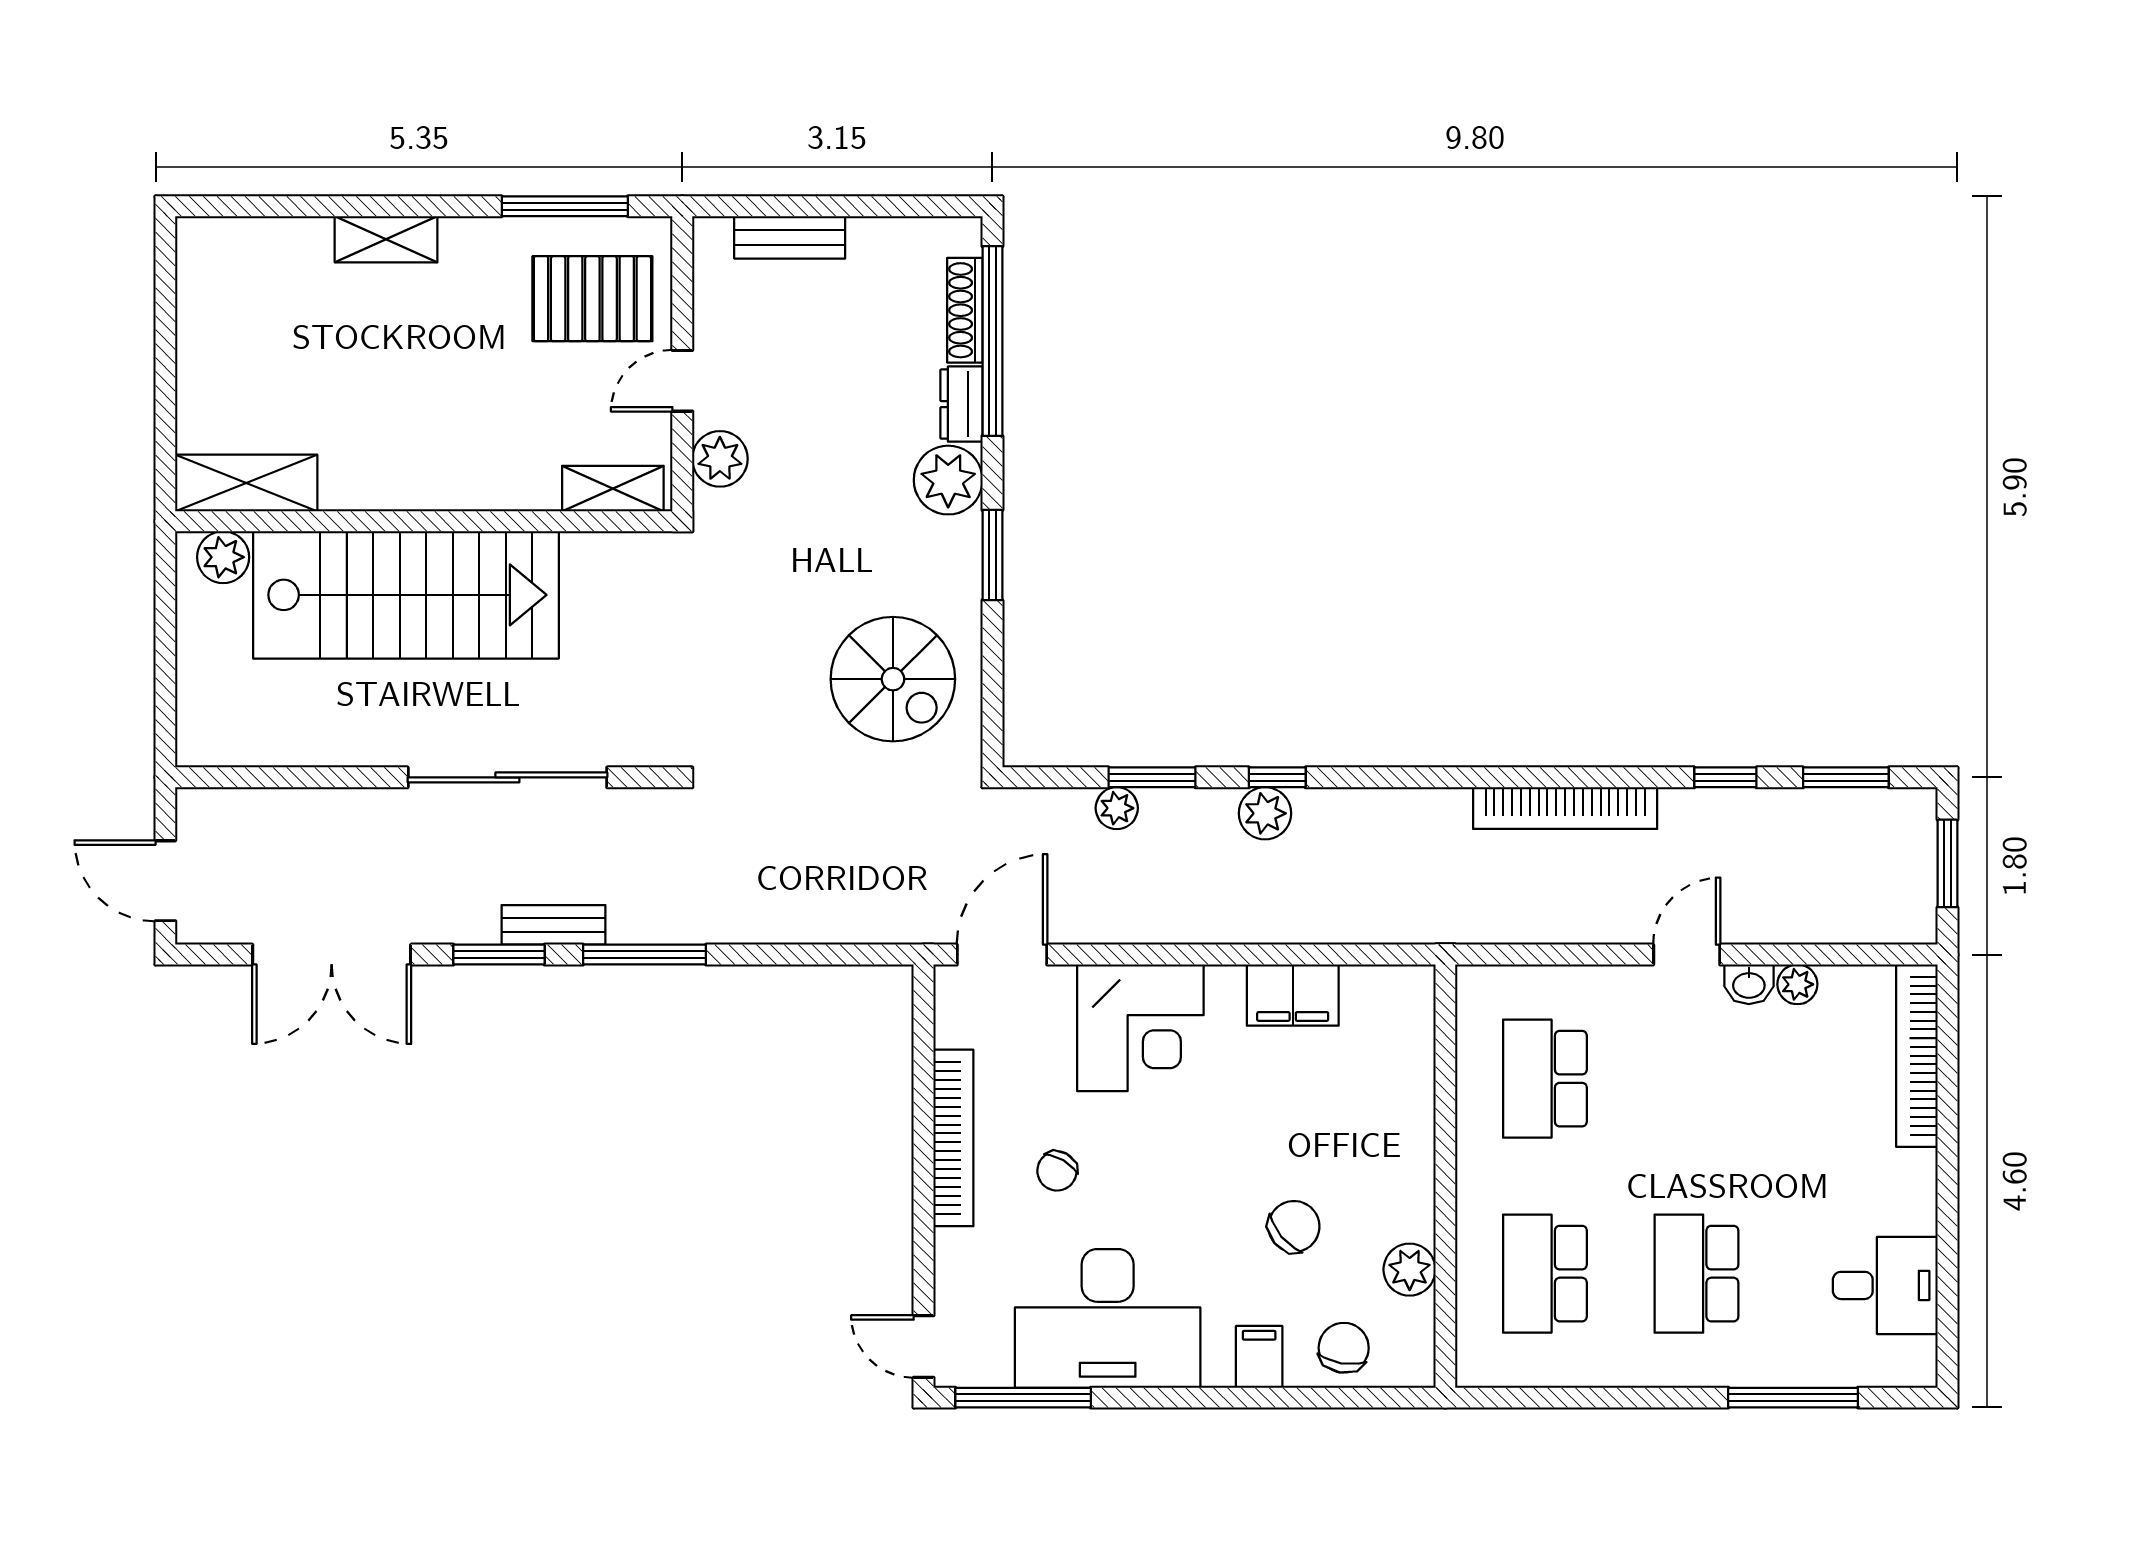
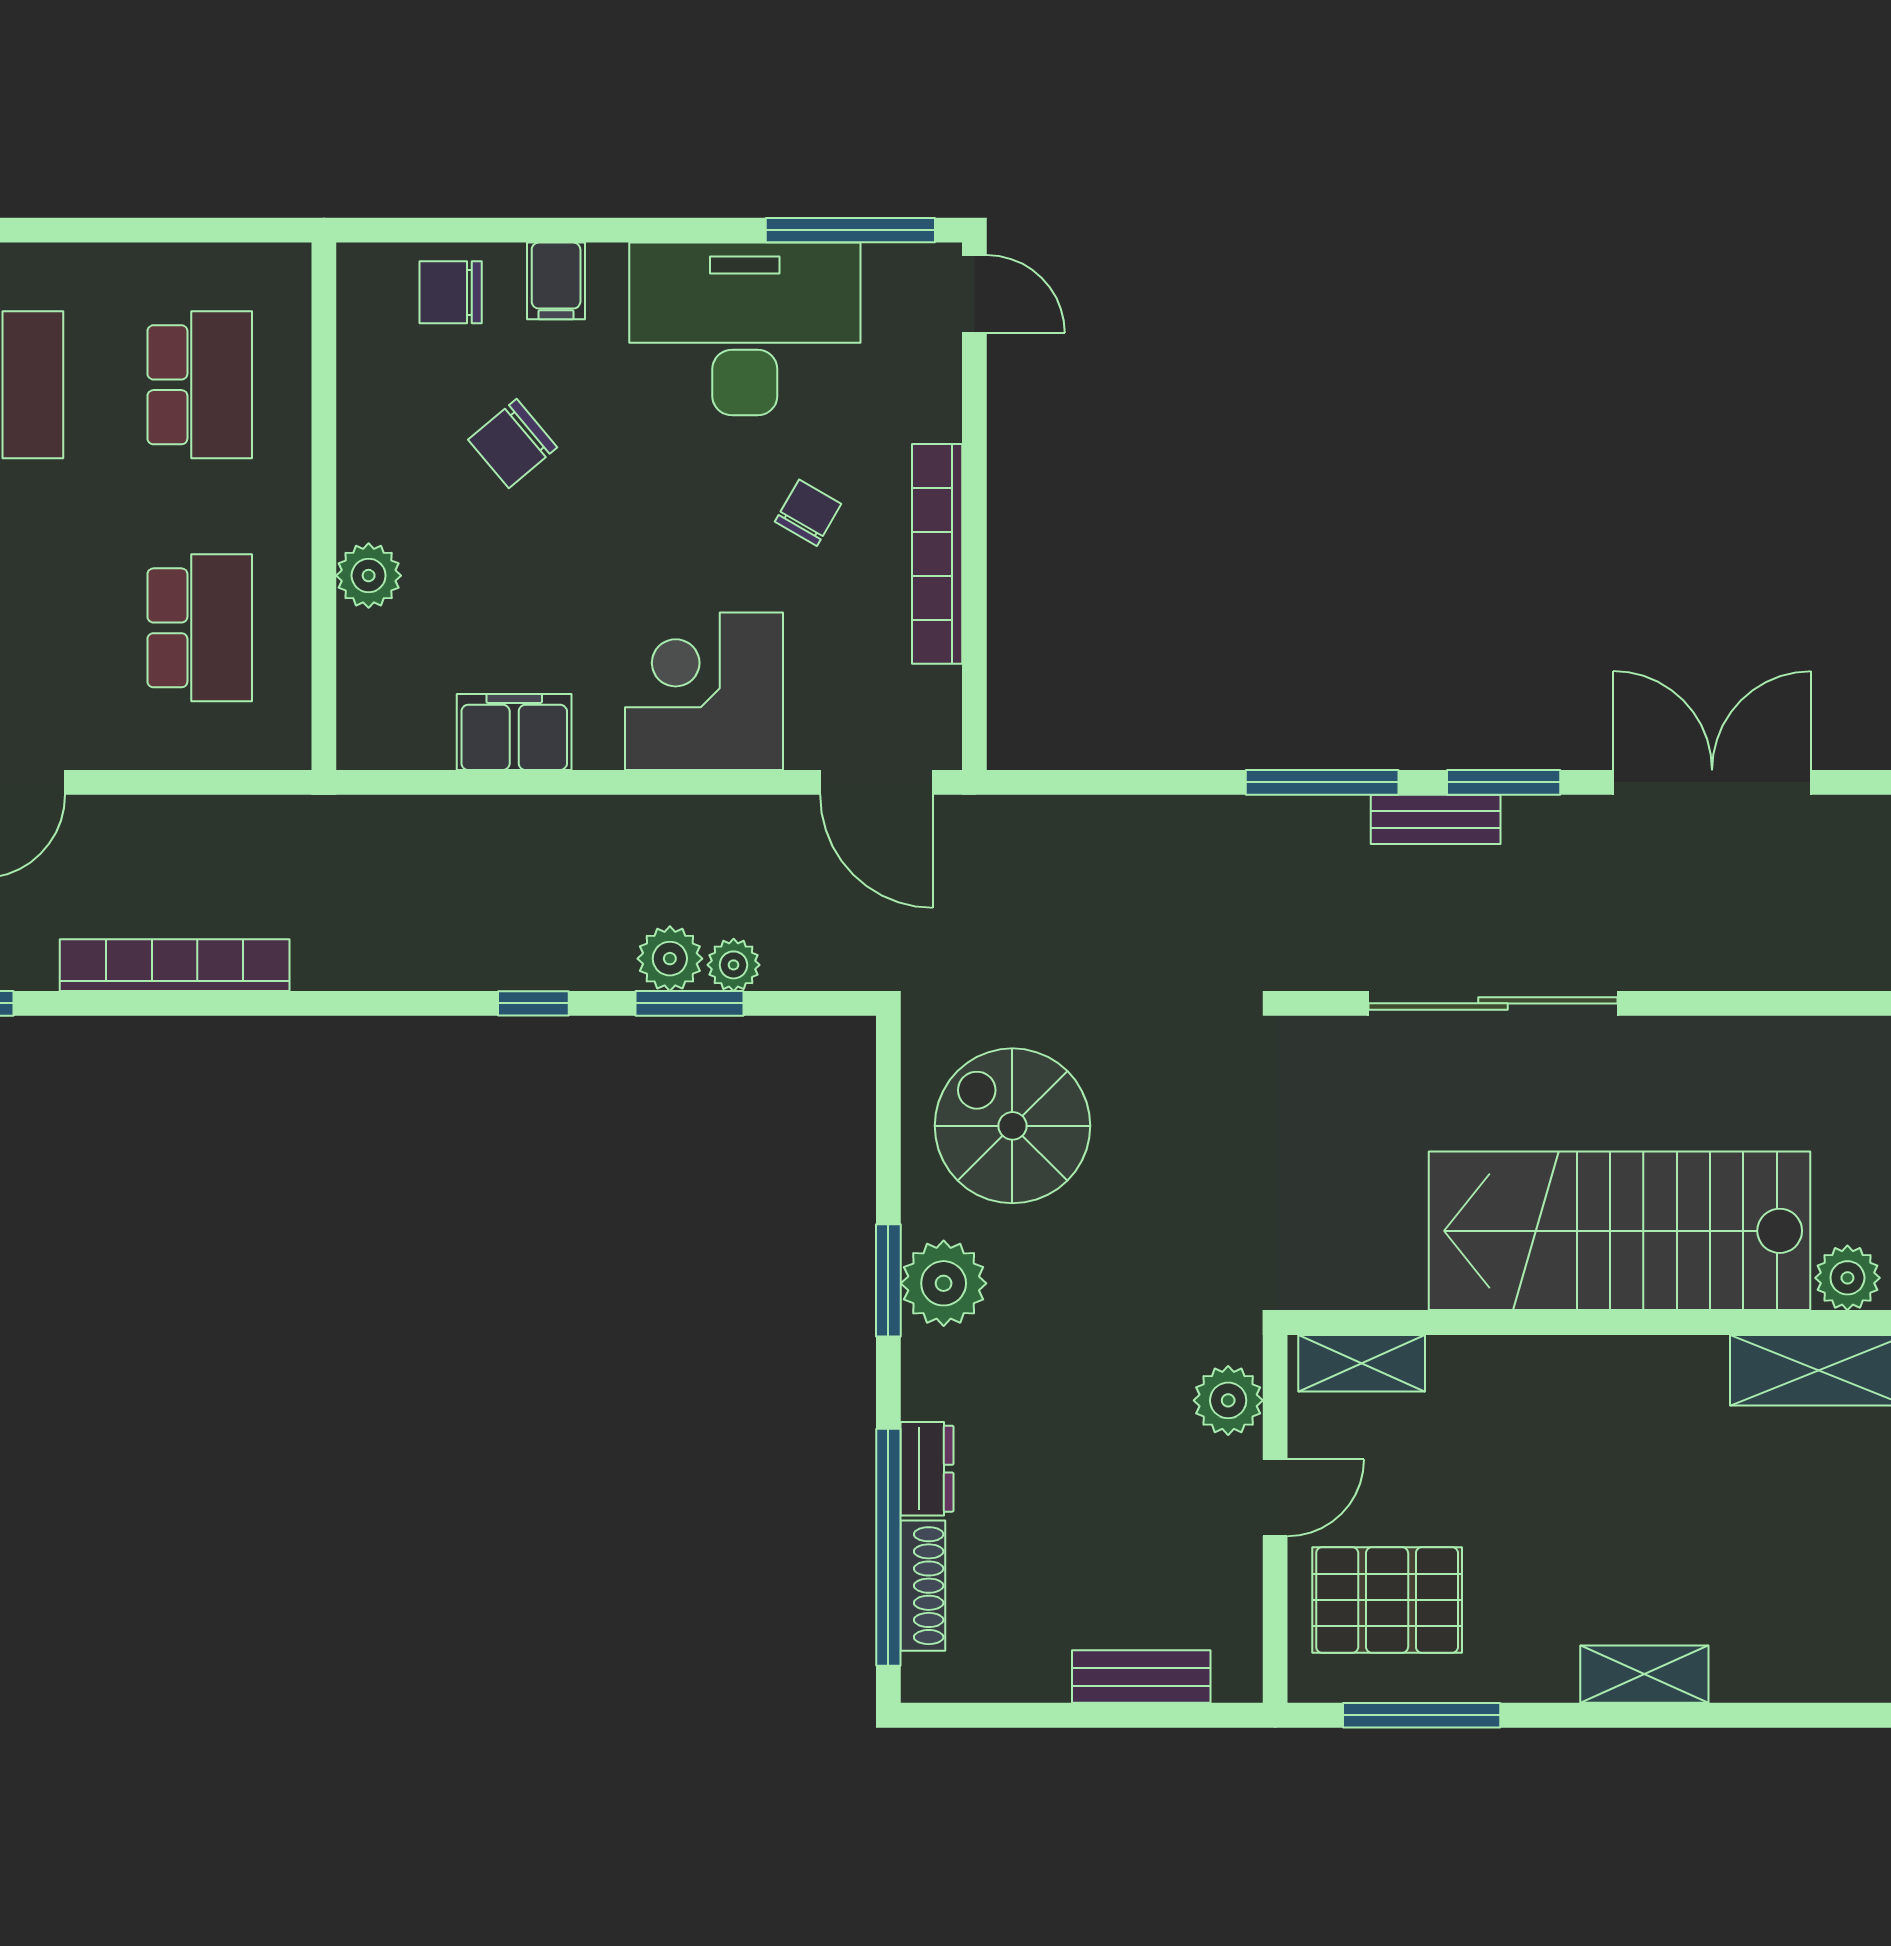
plant: (948, 480) -> (944, 1283), moved
plant: (1265, 813) -> (670, 959), moved
door: (1002, 955) -> (876, 782), hinge flipped
plant: (1410, 1270) -> (369, 576), moved
chair: (1344, 1348) -> (451, 292), turned 80

